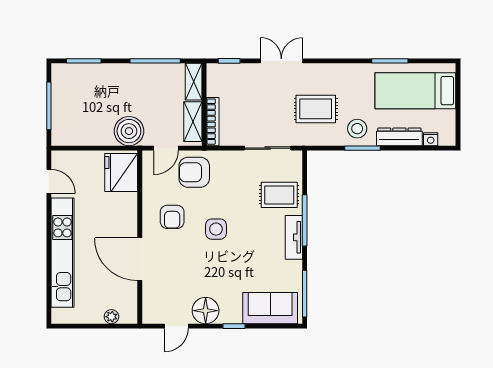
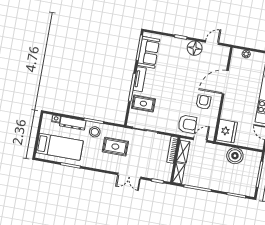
boiler: (129, 131) -> (235, 156), moved
side table: (216, 229) -> (181, 91), removed
door: (140, 259) -> (225, 82), swing flipped
sofa: (270, 308) -> (149, 52), moved, turned -90

